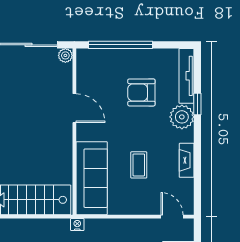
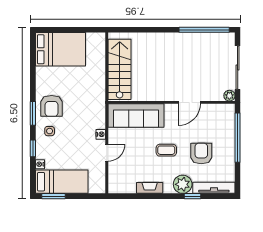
coffee table: (139, 165) -> (166, 150), moved
door: (172, 217) -> (107, 153), moved
nightstand: (77, 225) -> (101, 134), moved

